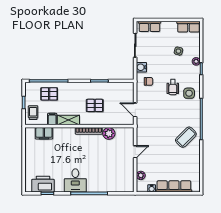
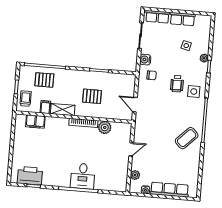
row of seats: (188, 27) -> (182, 19), moved
desk: (75, 180) -> (83, 176), moved

